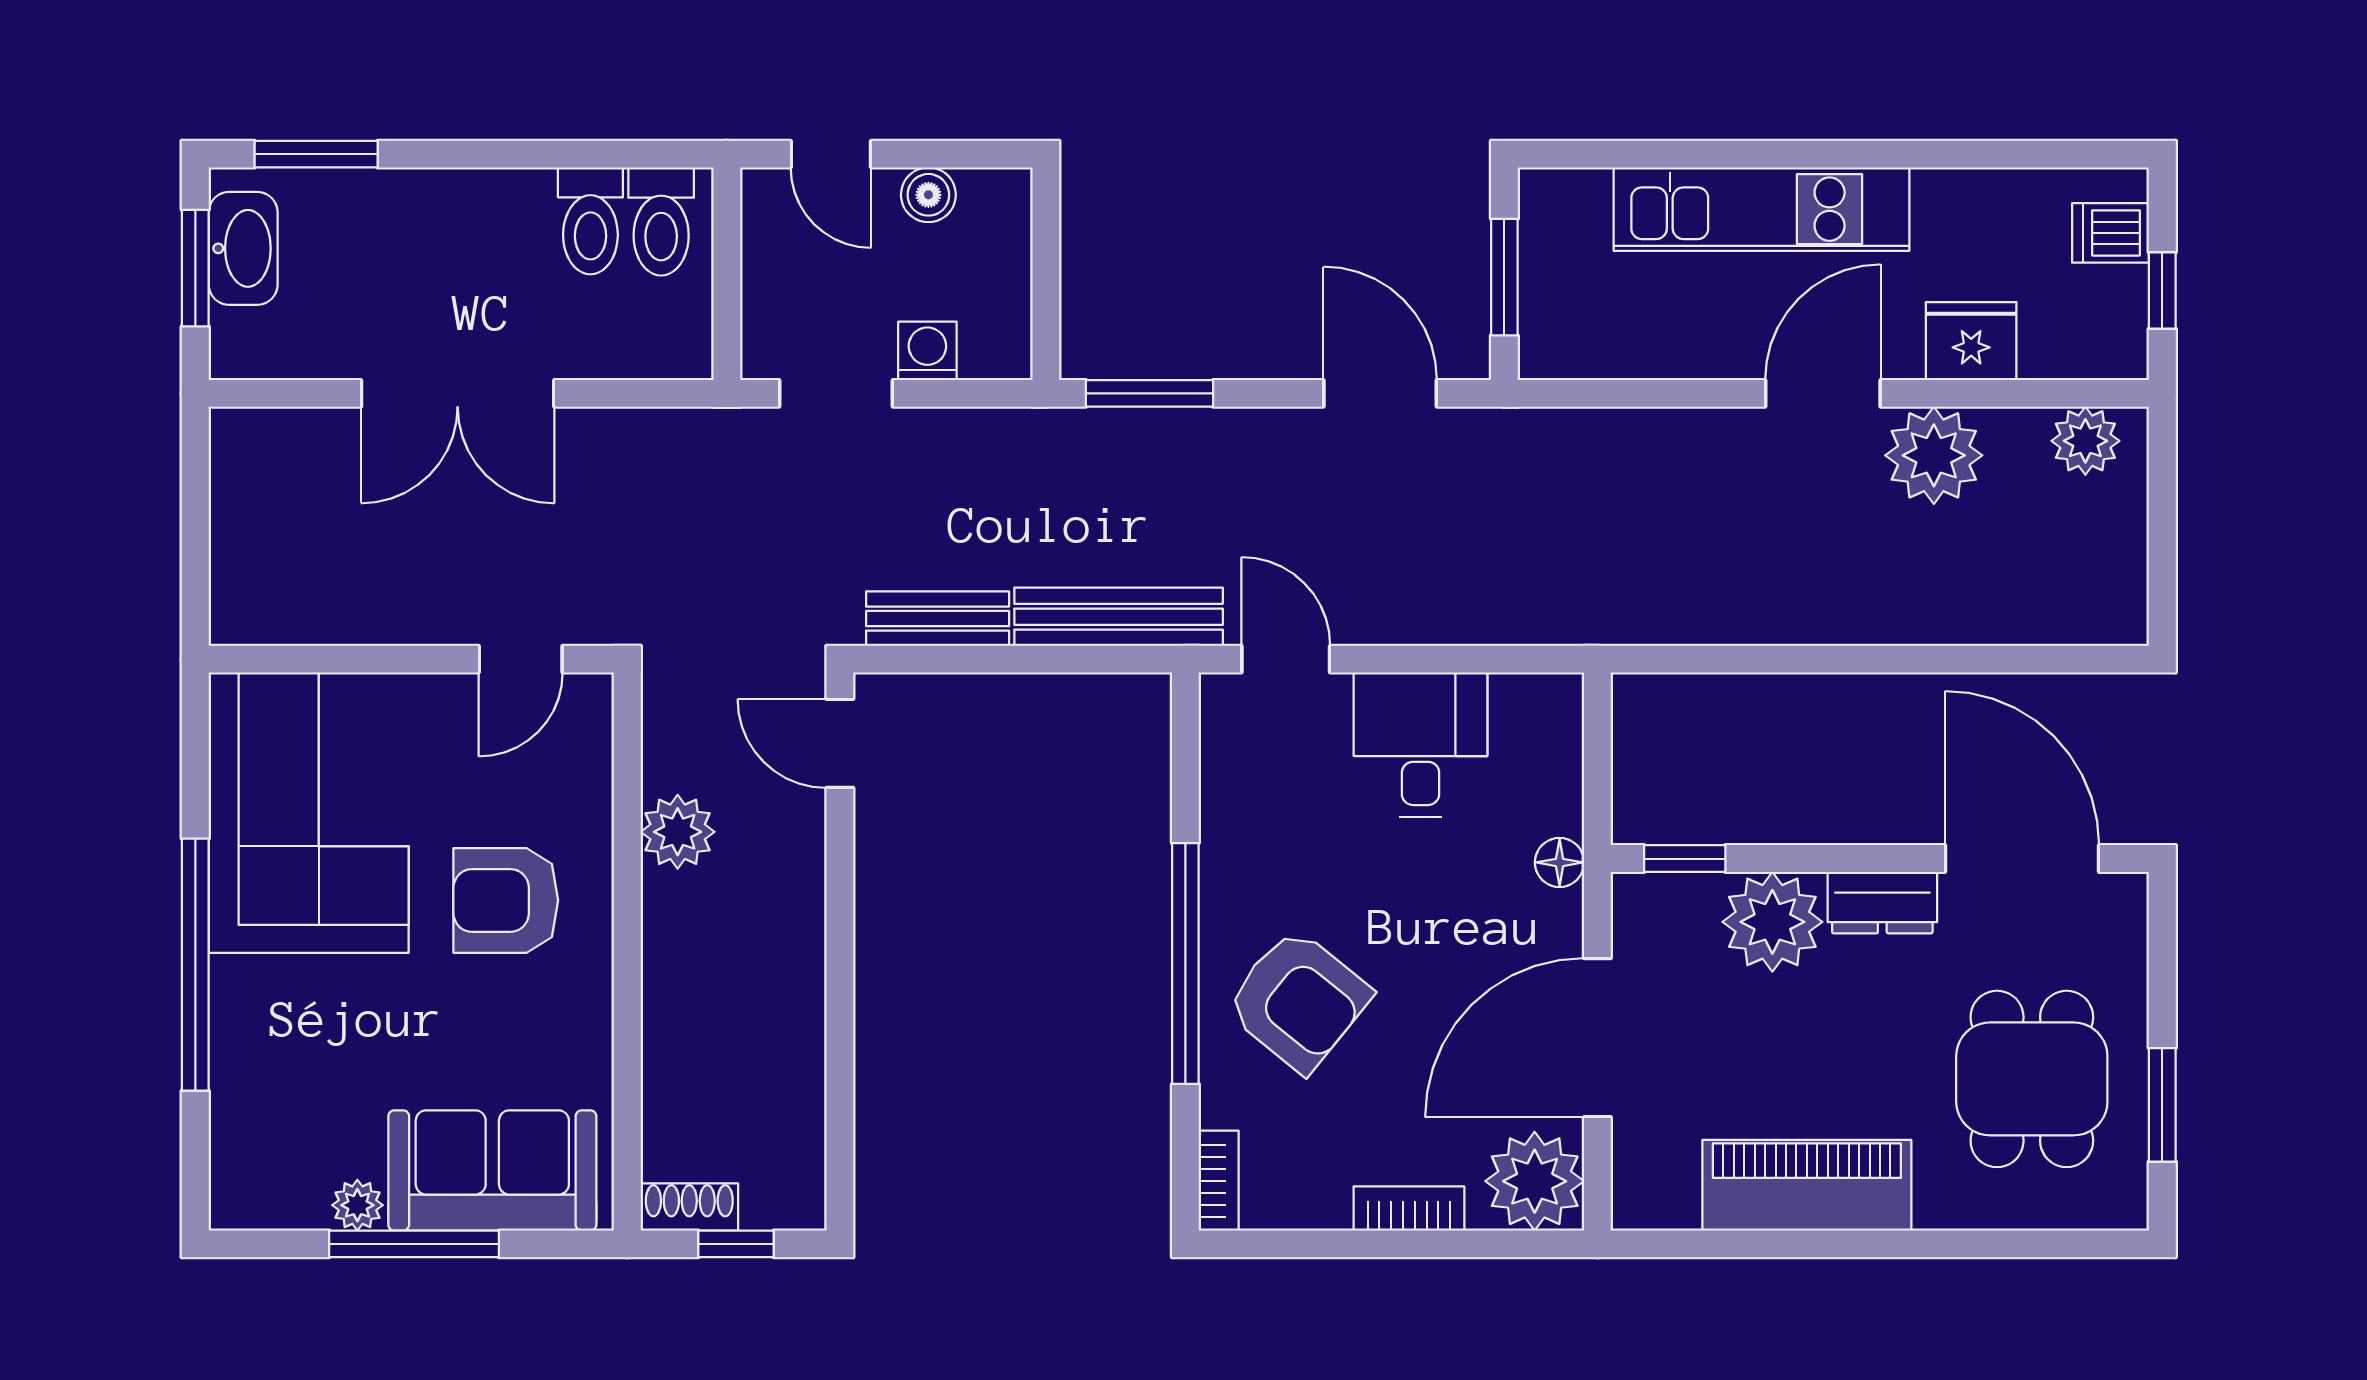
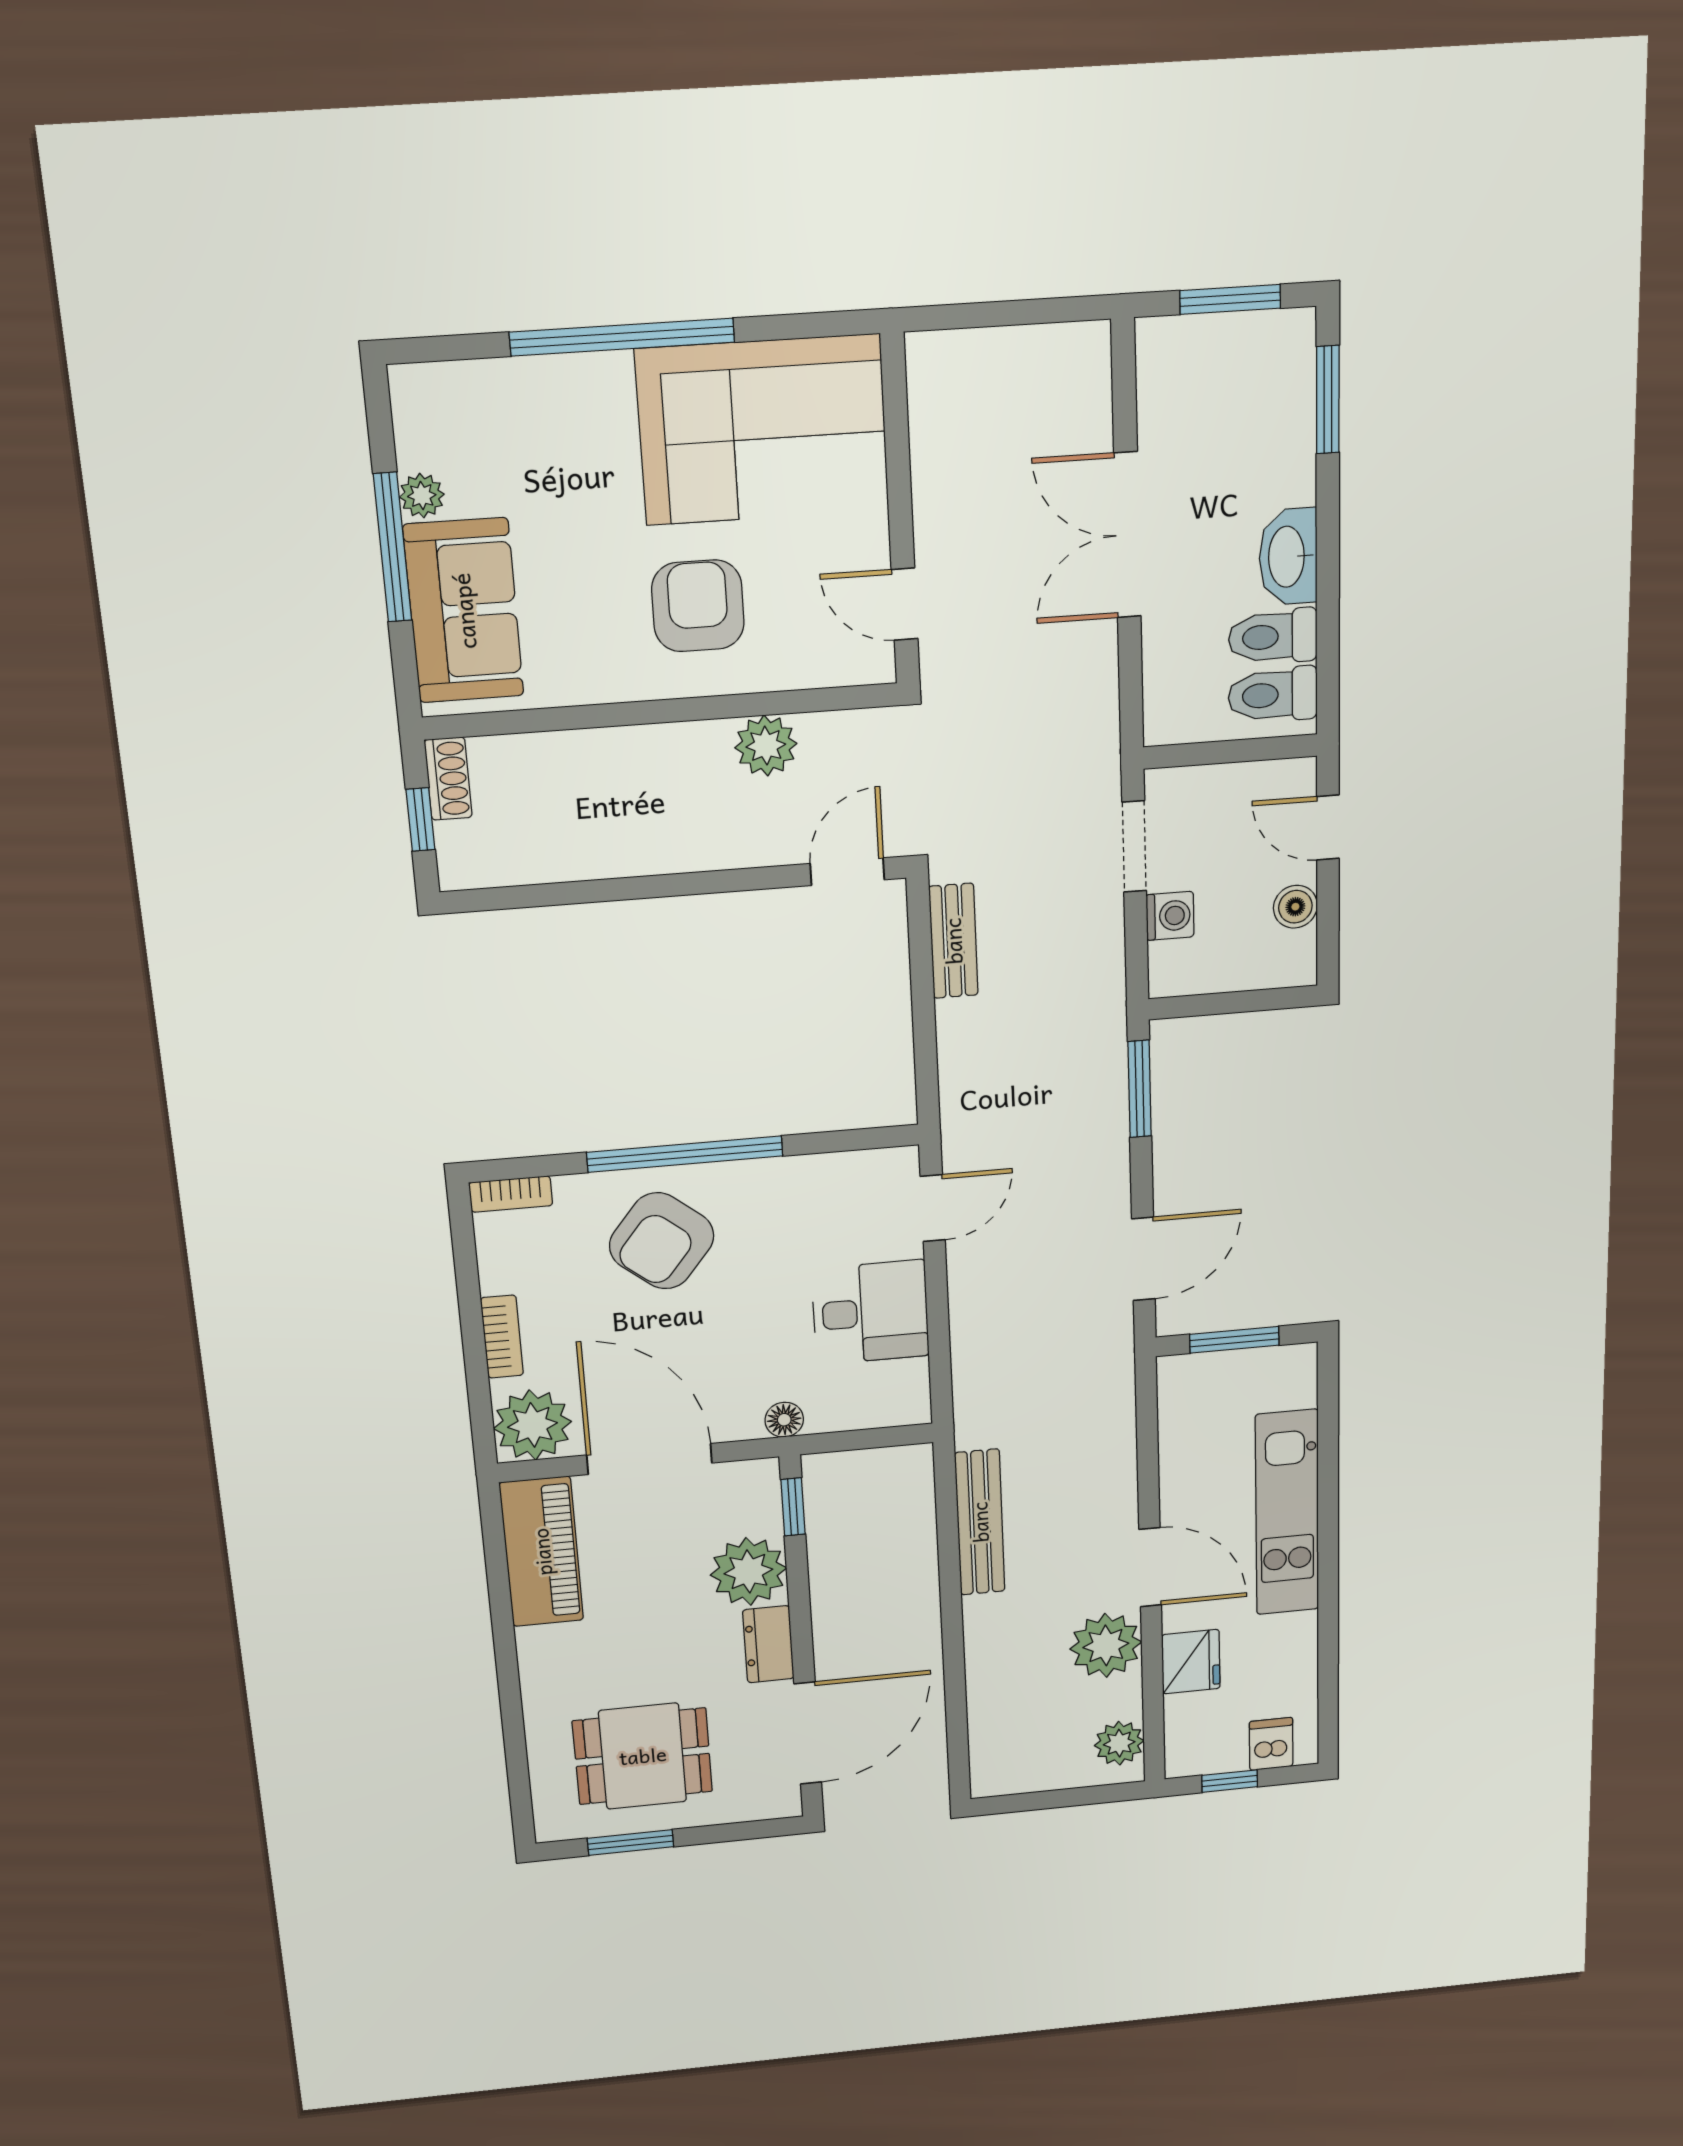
door: (831, 154) -> (1328, 827), hinge flipped
washbasin: (243, 248) -> (1288, 557), moved, turned 90
bench: (1119, 617) -> (980, 1522), moved
piano: (1807, 1185) -> (542, 1552), moved

